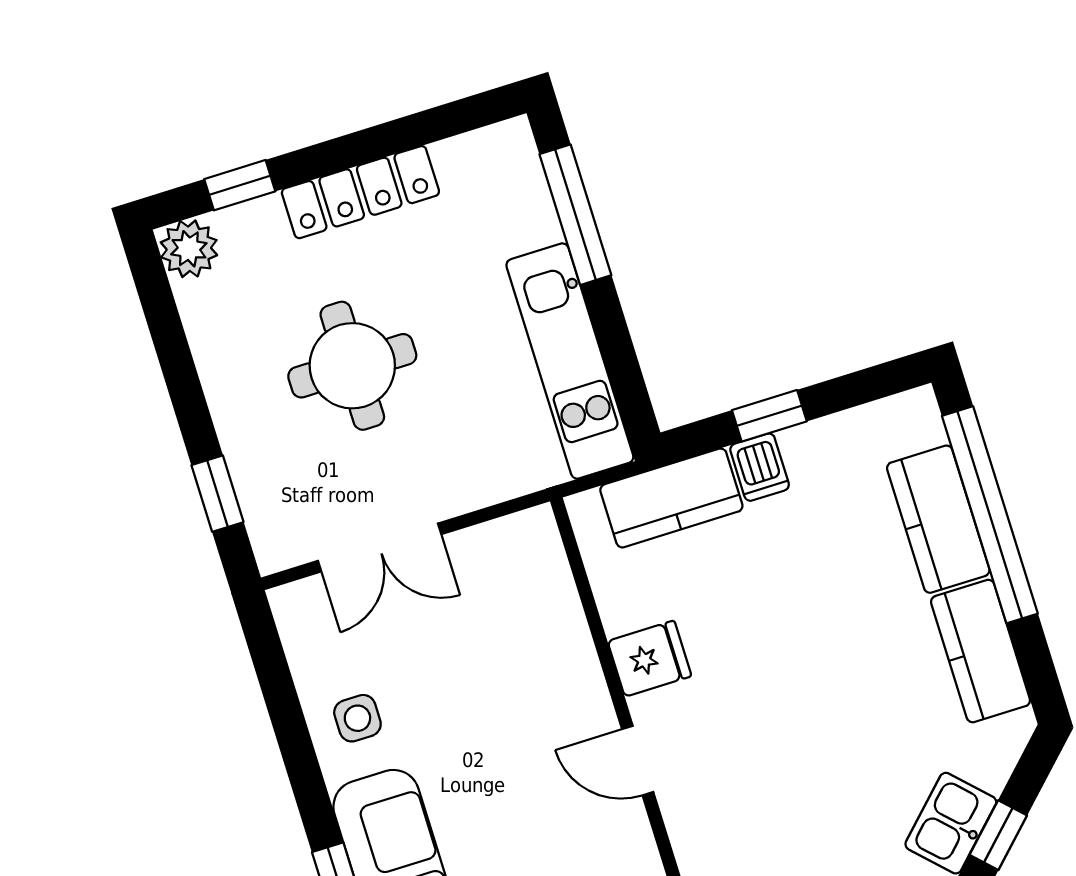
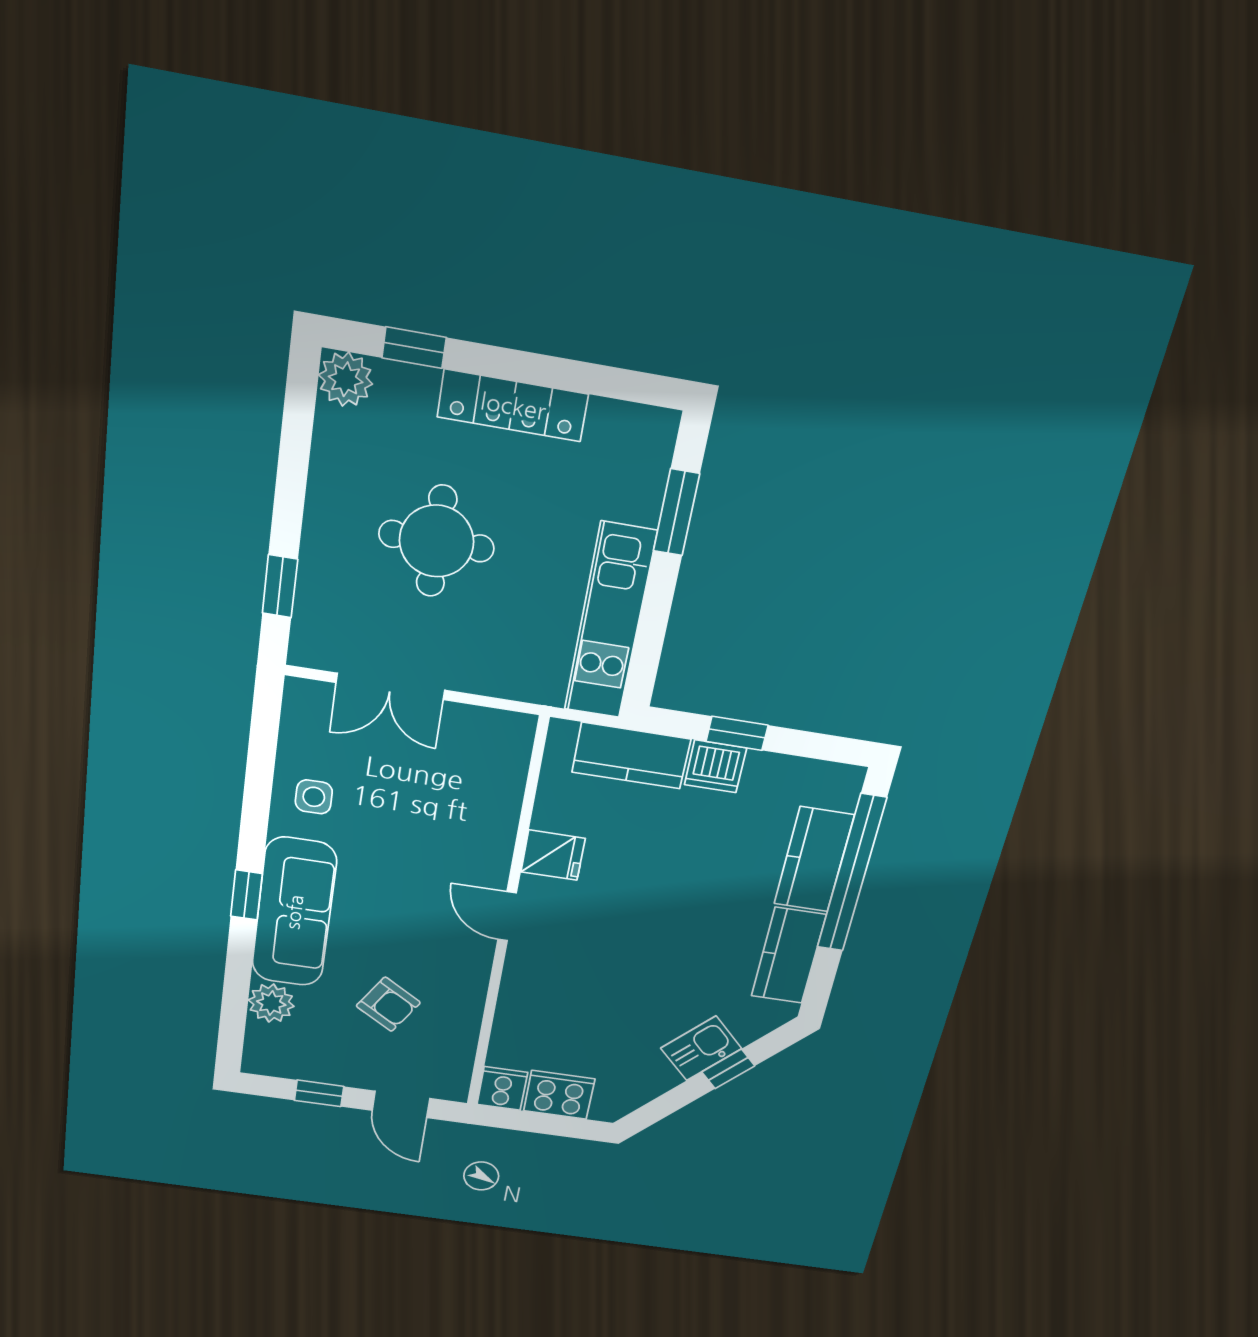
window: (575, 215) -> (676, 512), width x0.69
dishwasher: (760, 467) -> (716, 766), width x1.38

